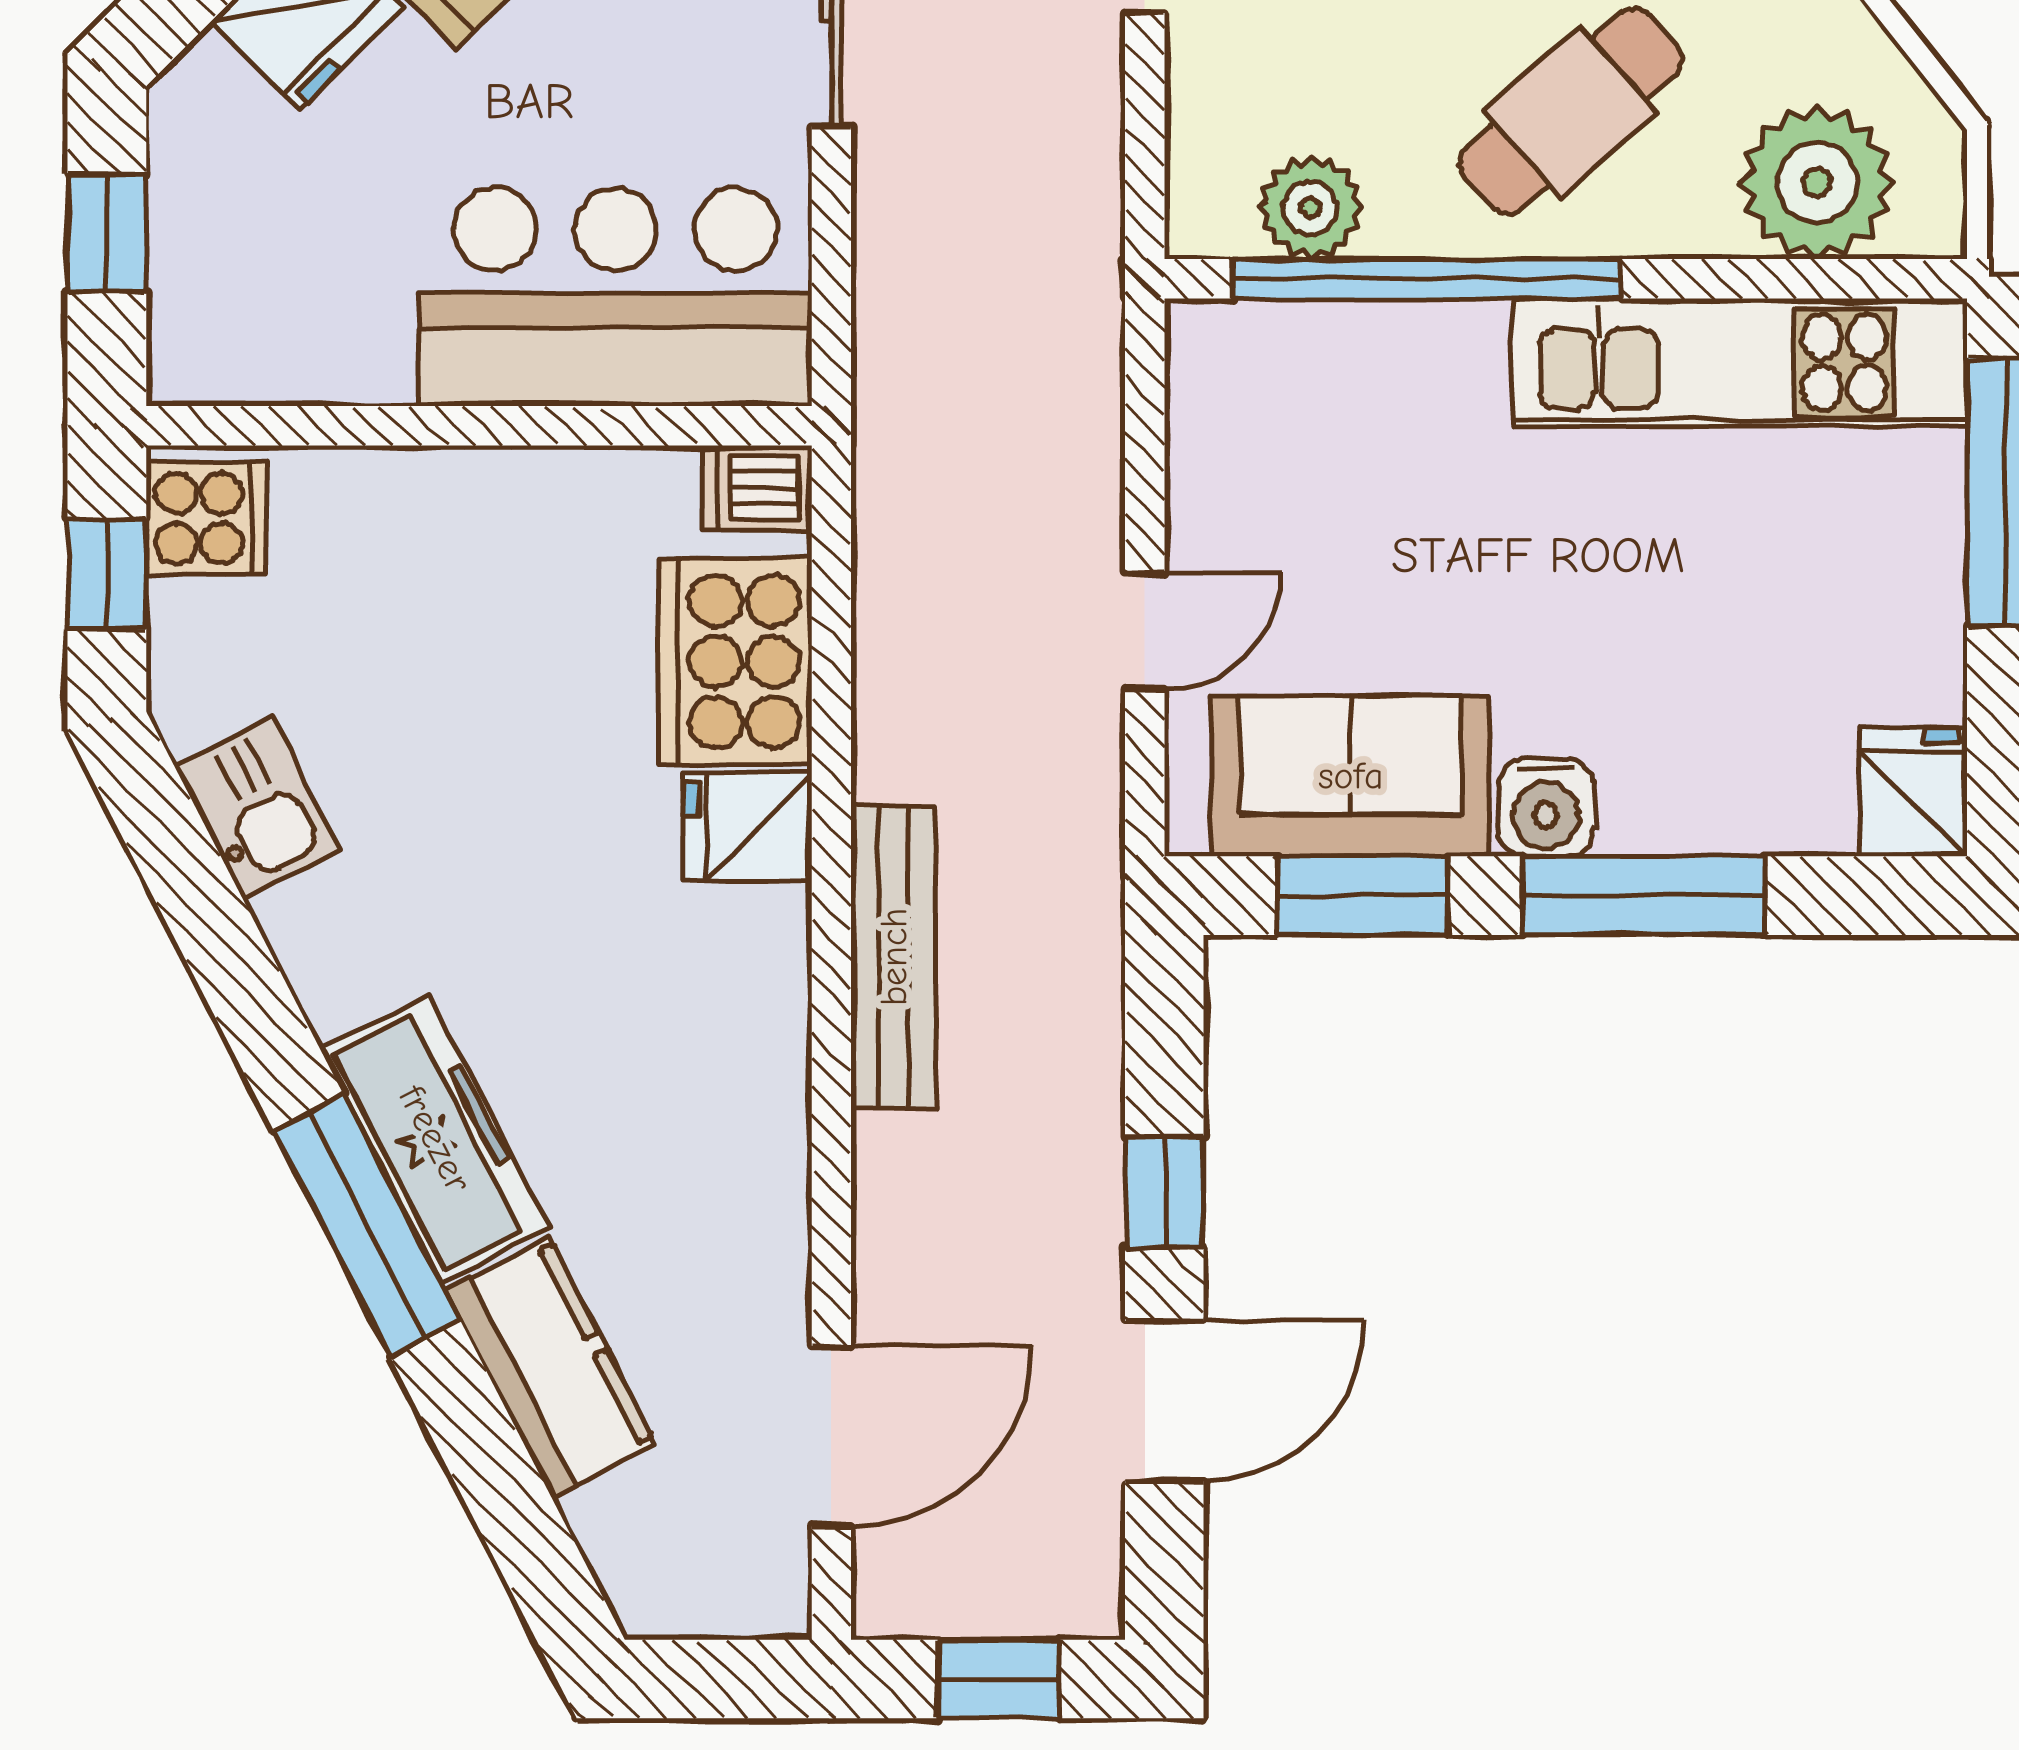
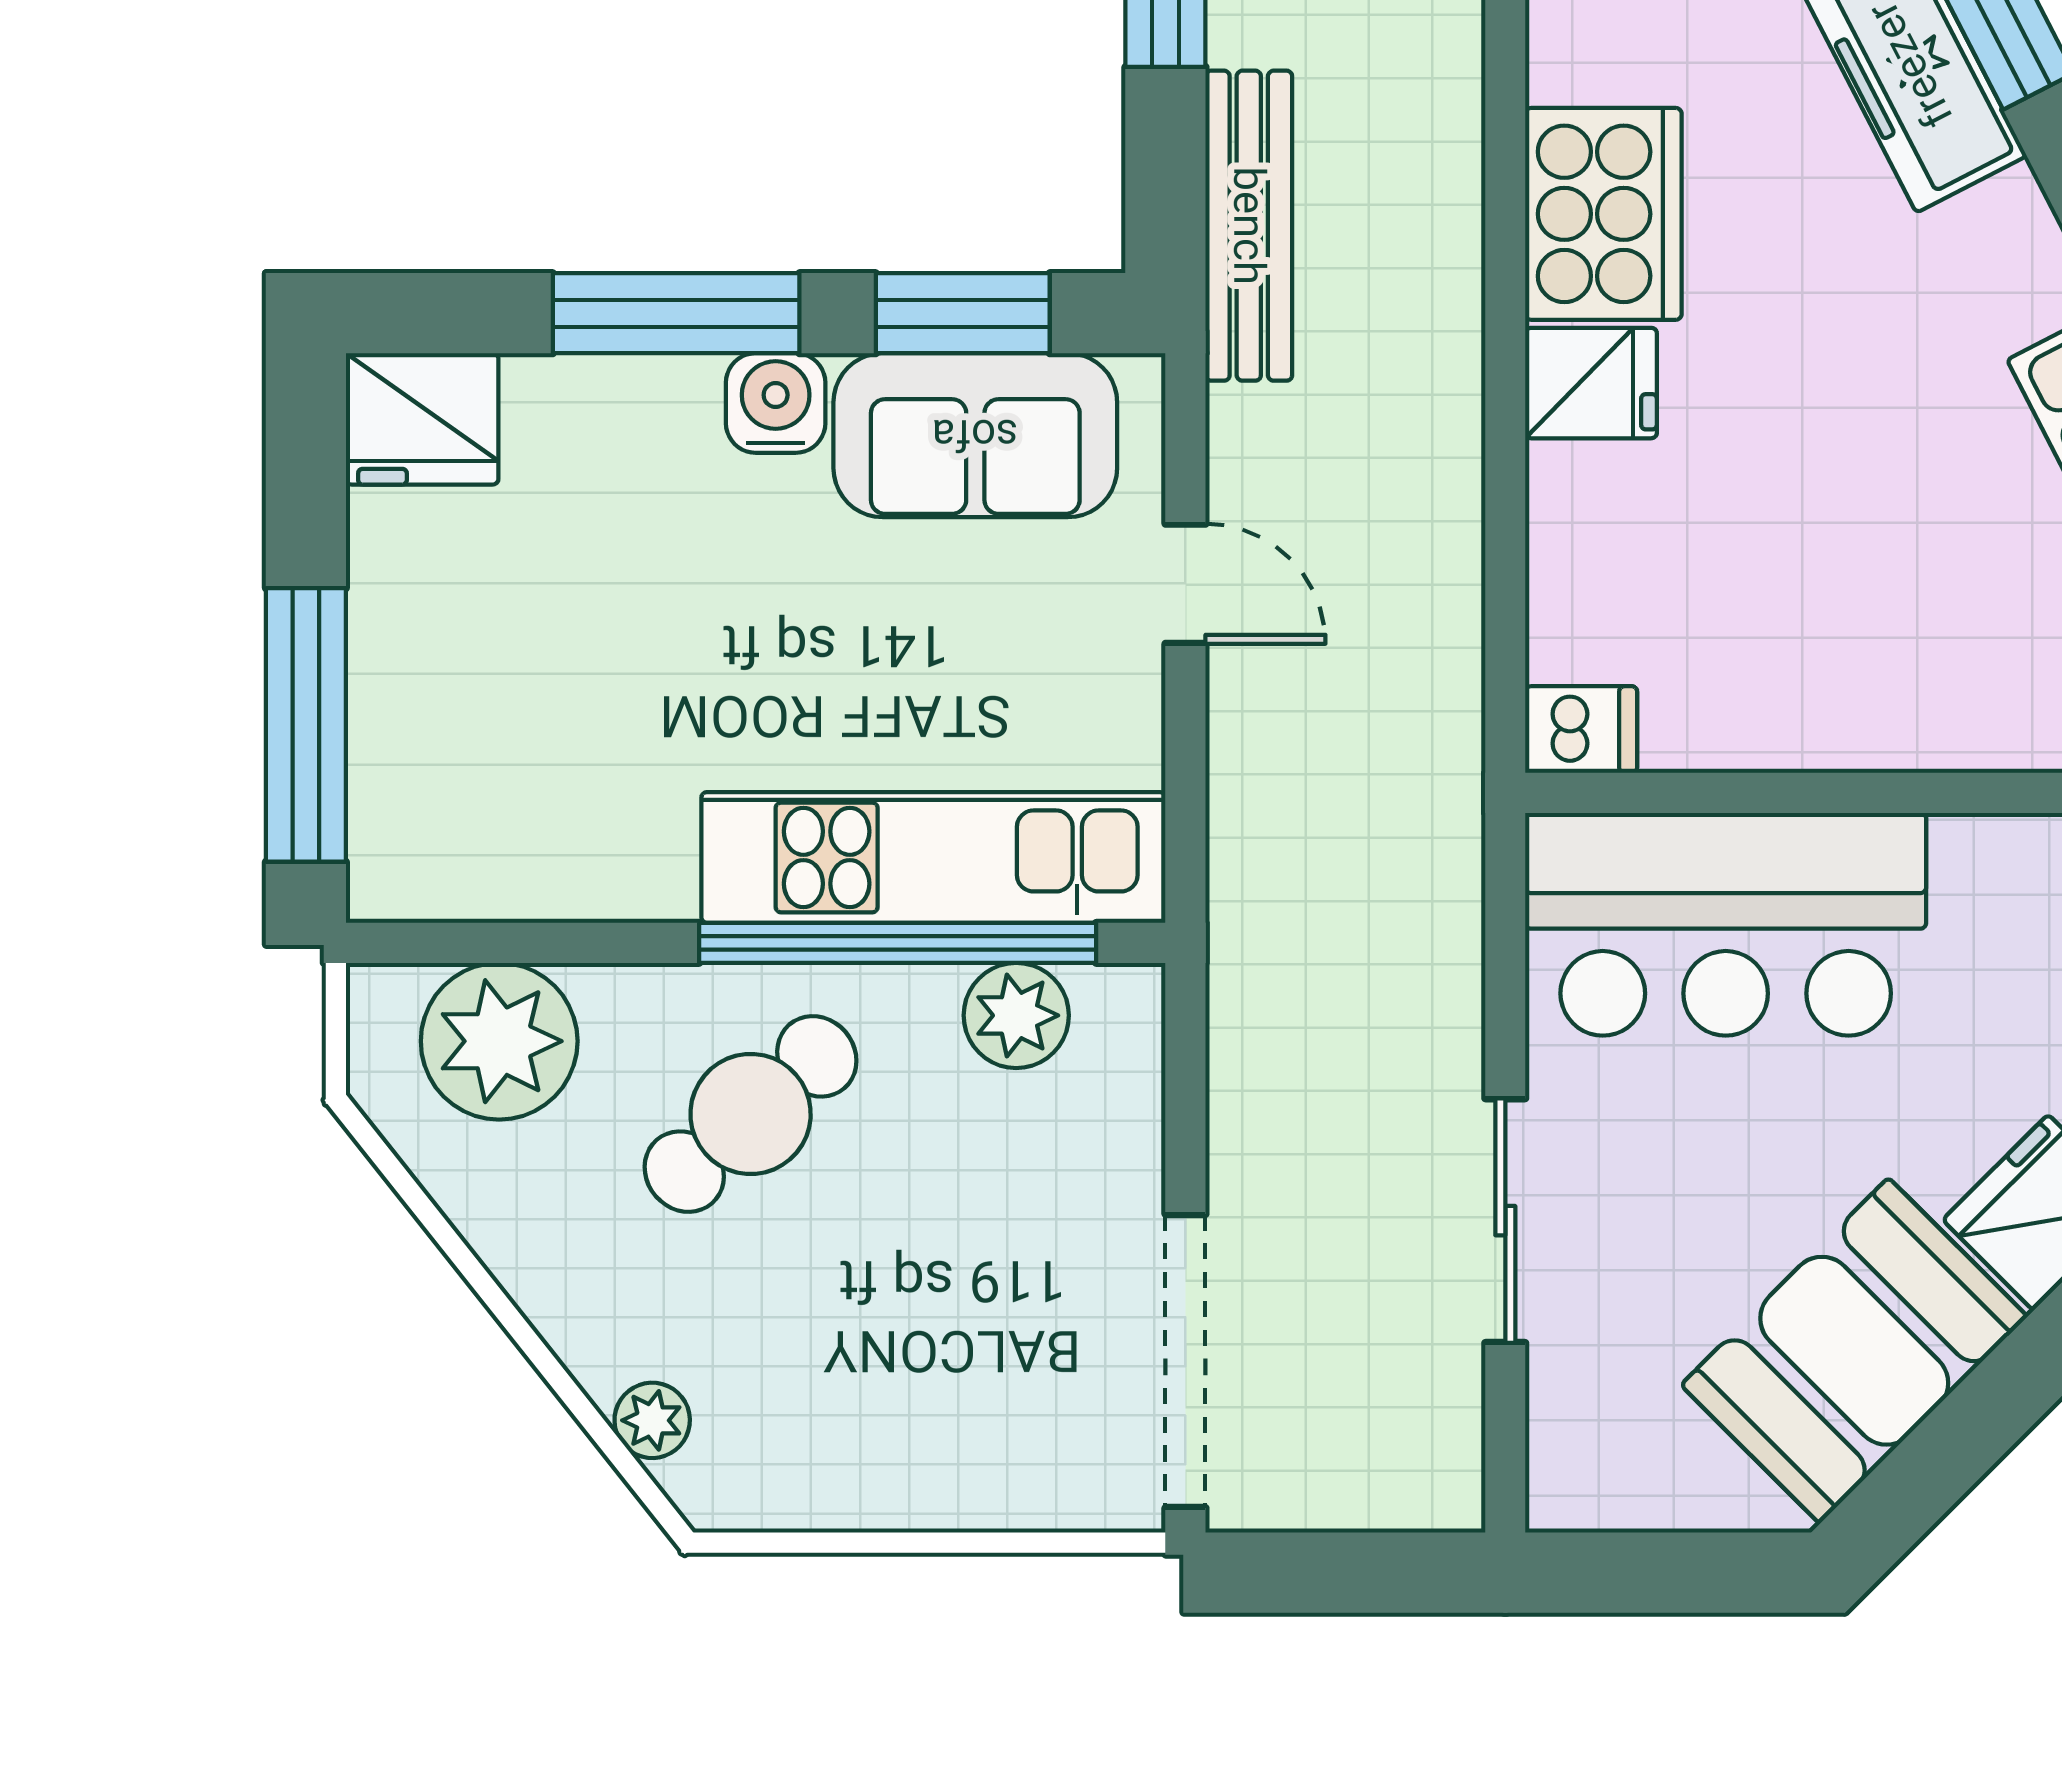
kitchen unit: (1740, 362) -> (933, 857), moved
door: (1145, 631) -> (1185, 584), swing flipped
cooker: (735, 662) -> (1603, 214), moved
fridge: (1913, 792) -> (422, 419), width x1.38
bench: (894, 957) -> (1249, 226), moved

